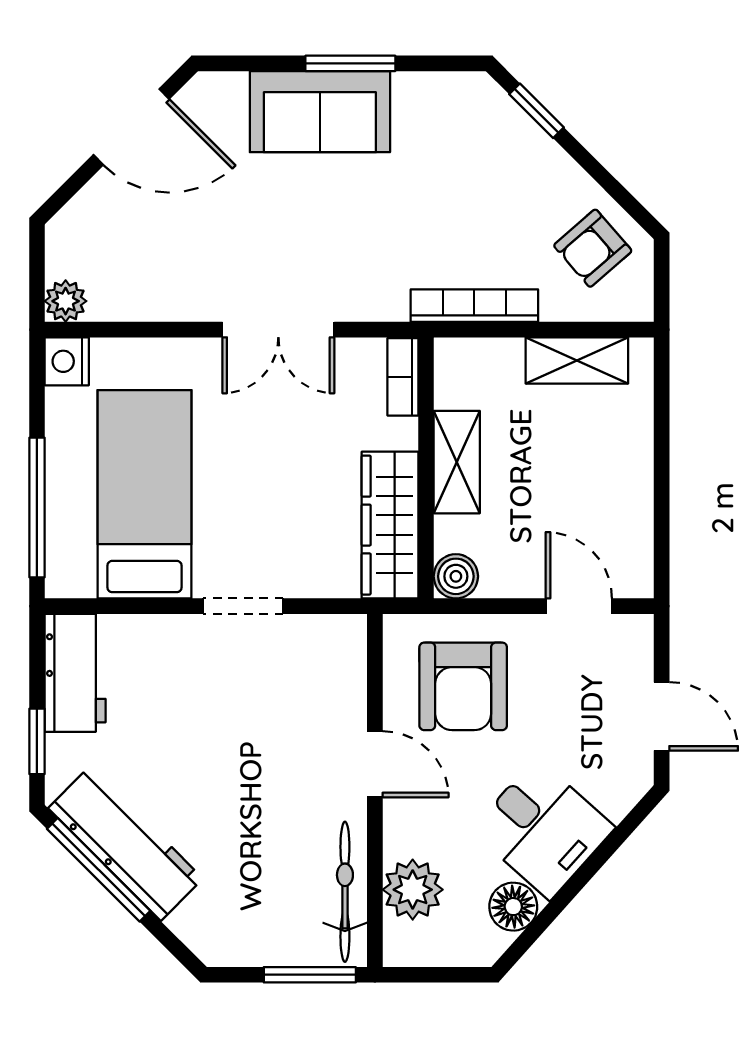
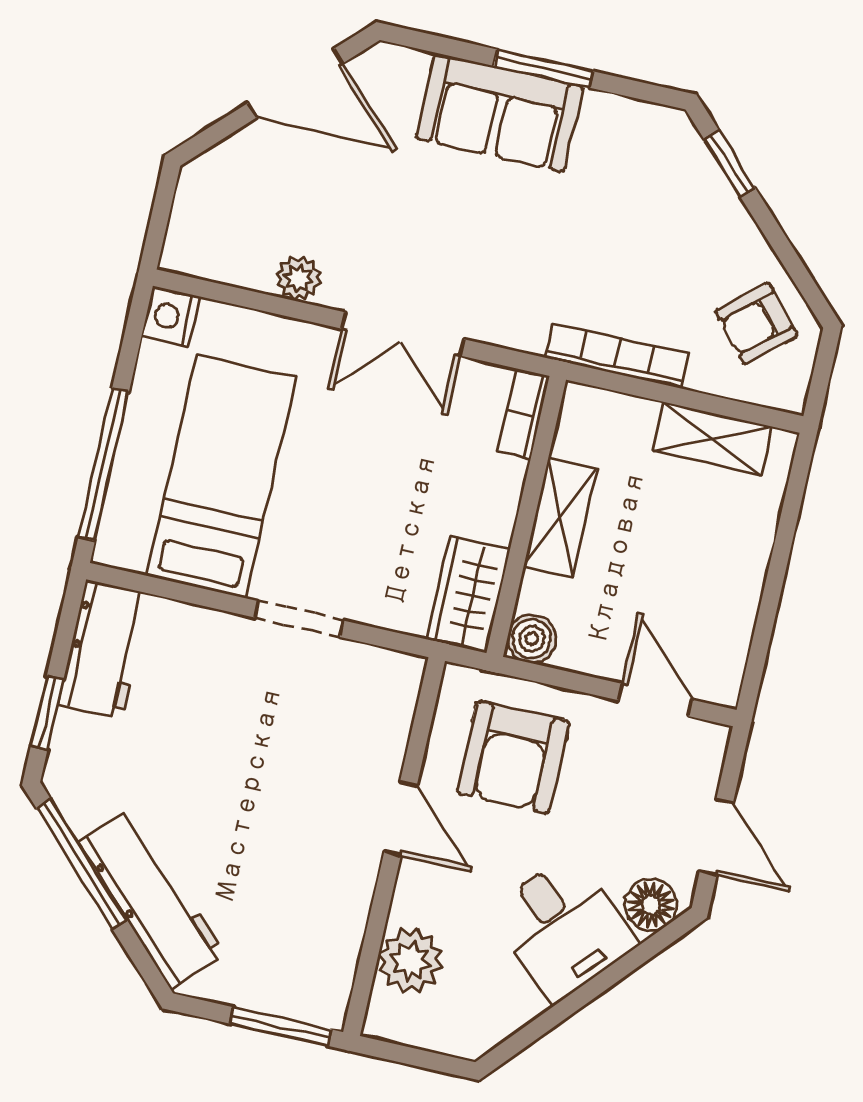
plant: (66, 301) -> (298, 278), moved
wardrobe: (390, 525) -> (468, 594), width x0.67
workbench: (126, 843) -> (152, 898), moved
bicycle: (345, 892) -> (338, 947), removed
floor lamp: (513, 907) -> (651, 905), moved

